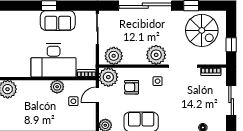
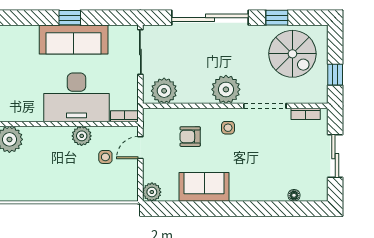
sofa: (58, 21) -> (74, 39), width x1.36
plant: (108, 77) -> (156, 122), removed

